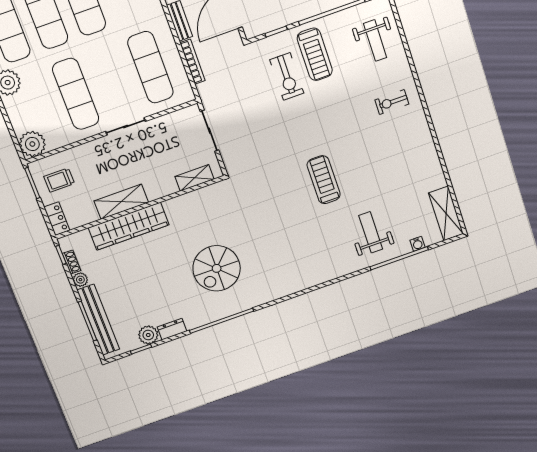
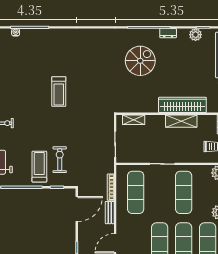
weight bench: (371, 232) -> (41, 50), removed
dresser: (172, 329) -> (168, 33), moved

